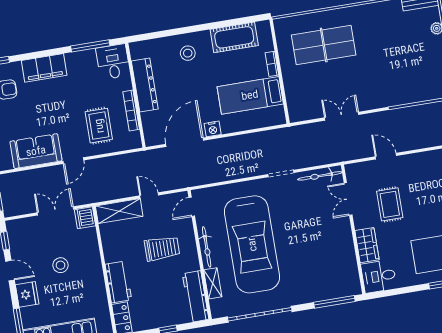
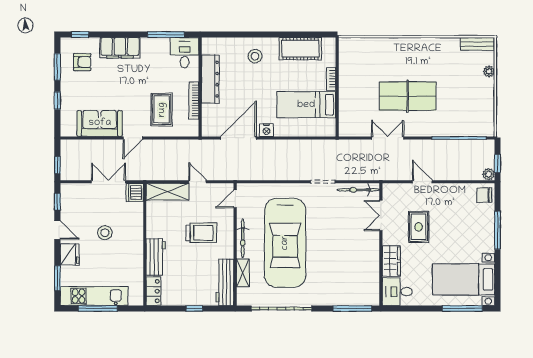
table tennis table: (324, 45) -> (408, 96), moved

